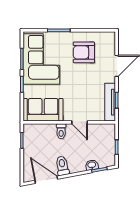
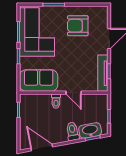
washbasin: (92, 165) -> (90, 130), width x1.91, depth x1.45
toilet: (62, 166) -> (73, 131), moved

